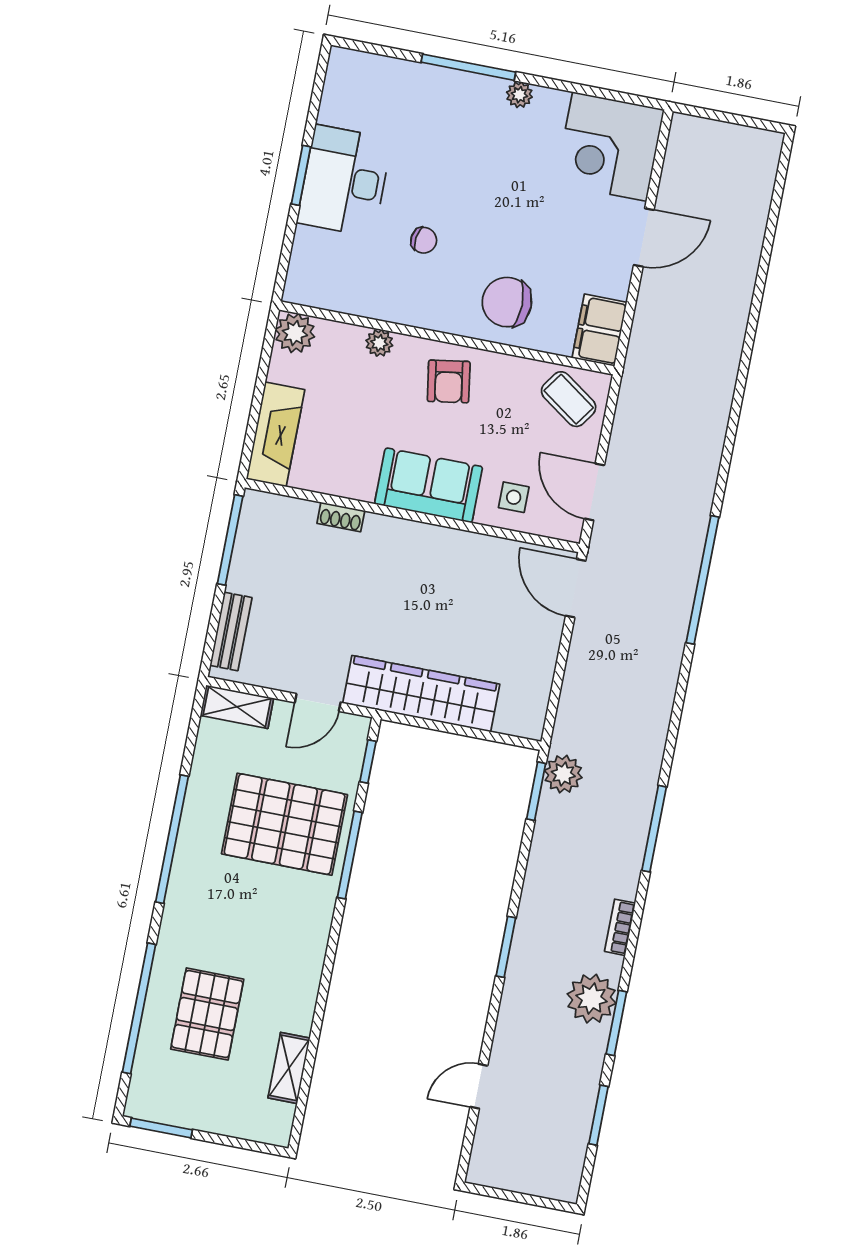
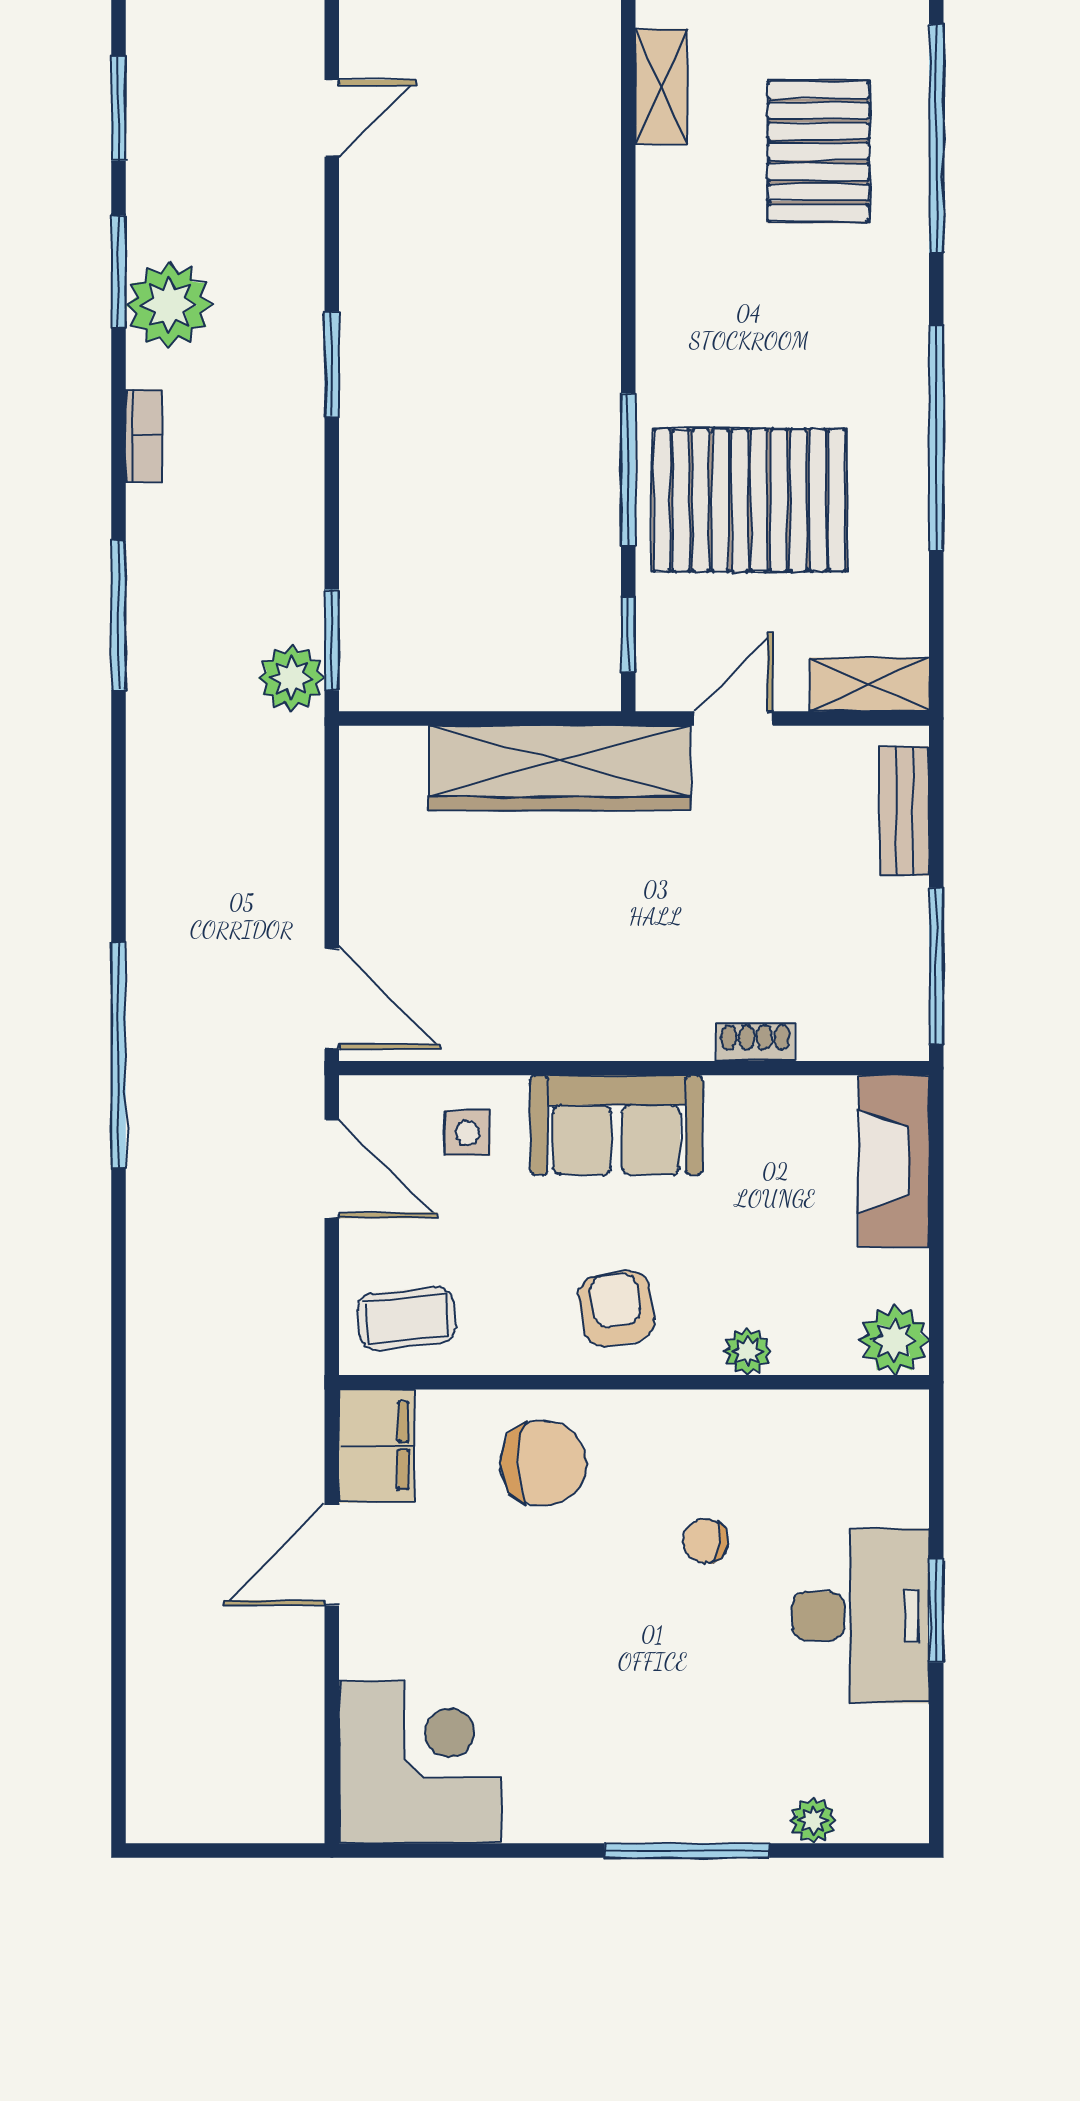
plant: (519, 95) -> (813, 1820), moved
door: (644, 237) -> (332, 1555), moved
coffee table: (569, 399) -> (406, 1318), turned -41

